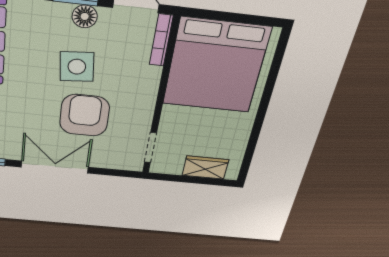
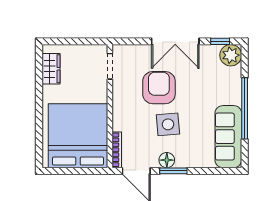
armchair: (85, 115) -> (159, 88), turned 180
wardrobe: (205, 168) -> (51, 69), moved, turned -90

